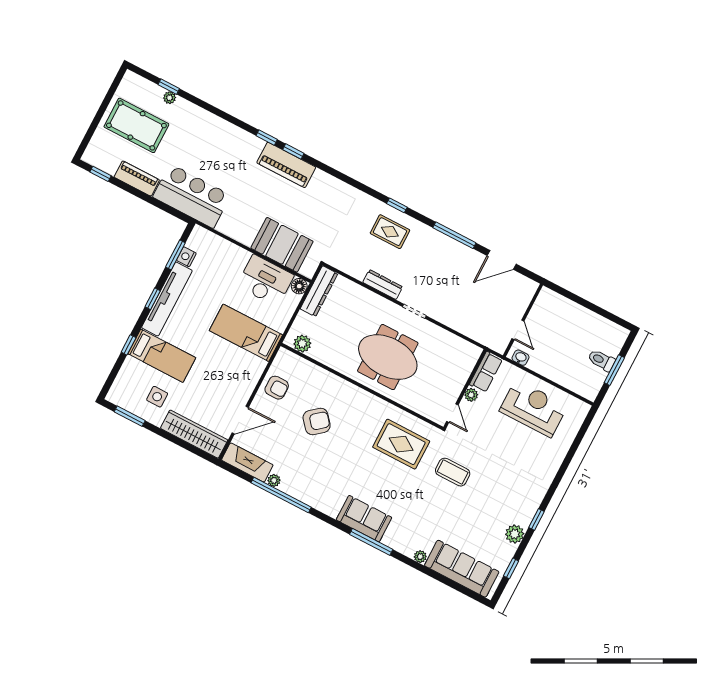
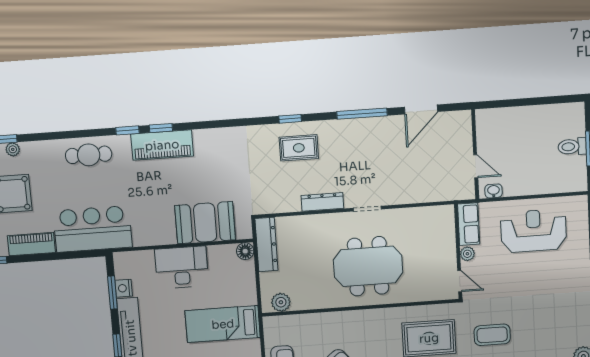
cafe table: (225, 138) -> (89, 155), added
desk: (265, 281) -> (182, 267), moved

